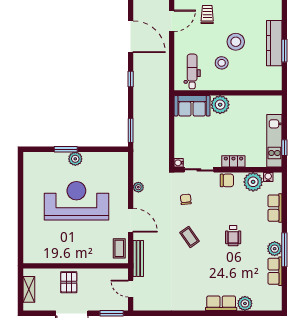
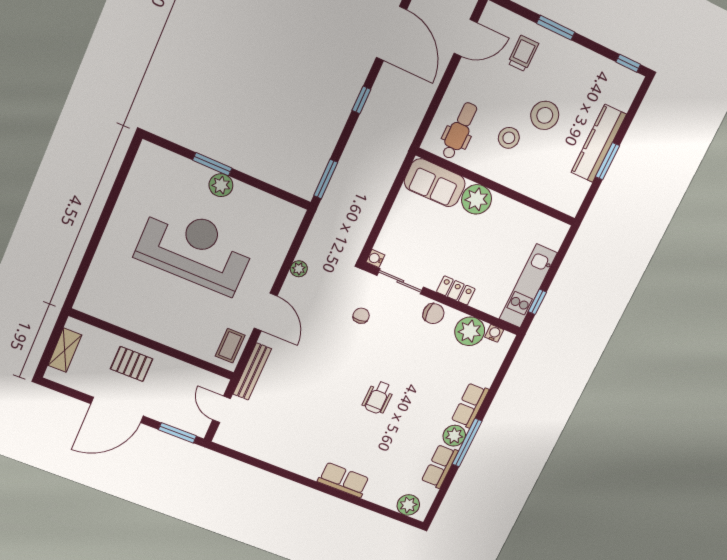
row of seats: (275, 208) -> (470, 405), moved
wheelchair: (233, 236) -> (378, 397), moved
coffee table: (190, 237) -> (341, 371), removed
pallet: (69, 282) -> (132, 364), turned 90
plant: (245, 303) -> (408, 505), moved

